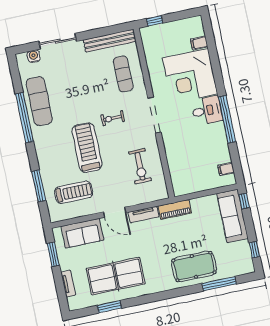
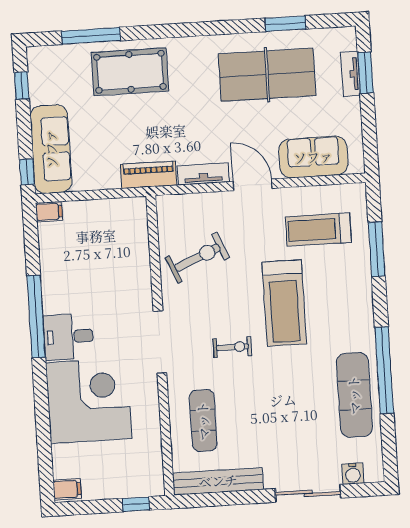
filing cabinet: (199, 43) -> (67, 489), moved
exercise bike: (140, 166) -> (197, 258), turned 67
filing cabinet: (226, 169) -> (49, 212), moved
window: (53, 254) -> (365, 73), moved

